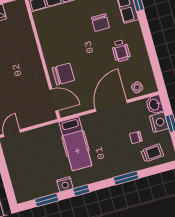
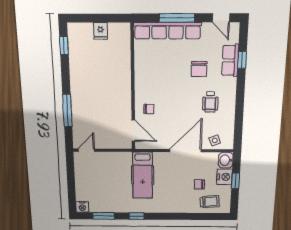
chair: (63, 74) -> (149, 109), width x0.54, depth x0.54
window: (126, 178) -> (179, 216), removed
nightstand: (65, 184) -> (82, 207), moved

